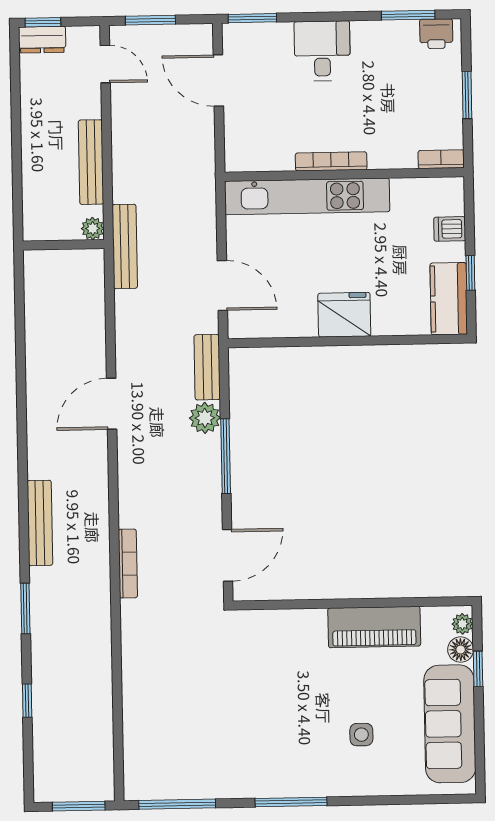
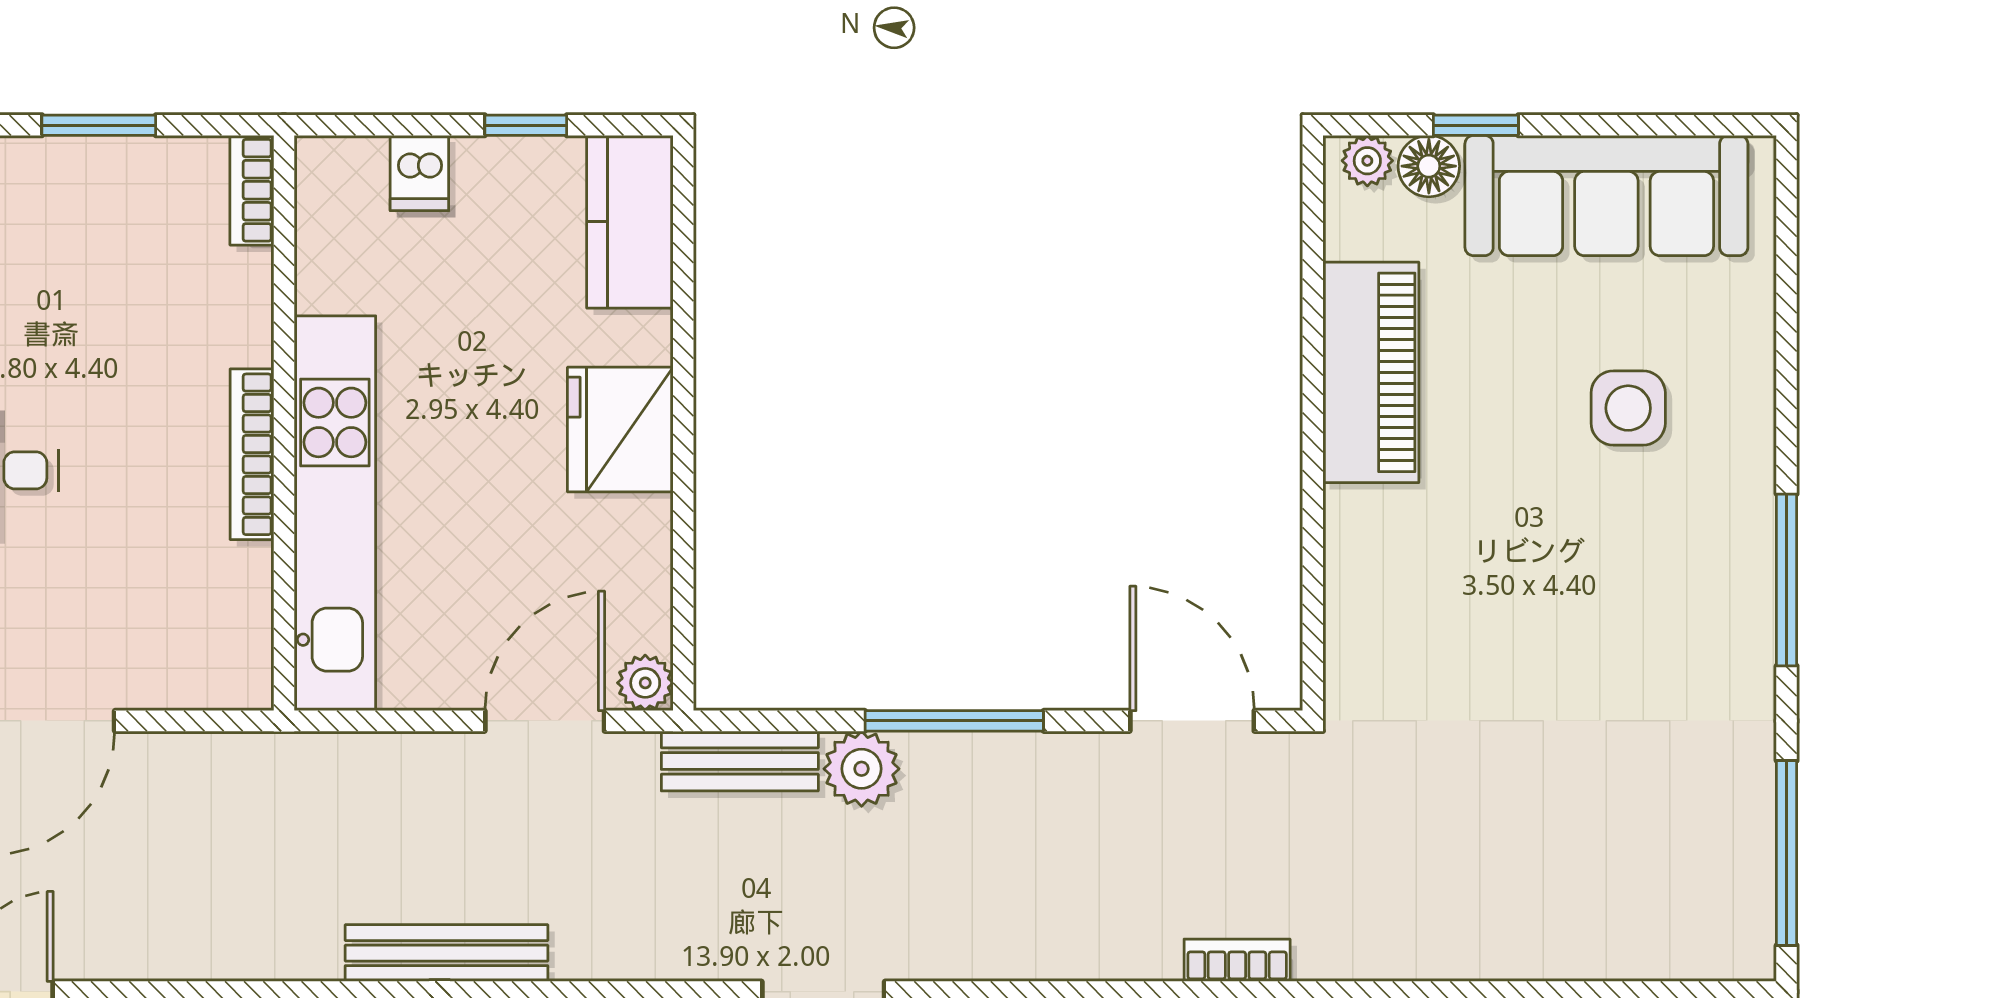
kitchen counter: (449, 299) -> (630, 222), moved, turned 90
plant: (239, 327) -> (645, 683), added
bookcase: (128, 564) -> (1237, 960), width x0.64
side table: (361, 735) -> (1628, 408), width x1.37, depth x1.37

